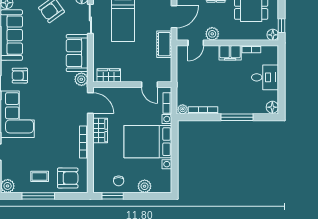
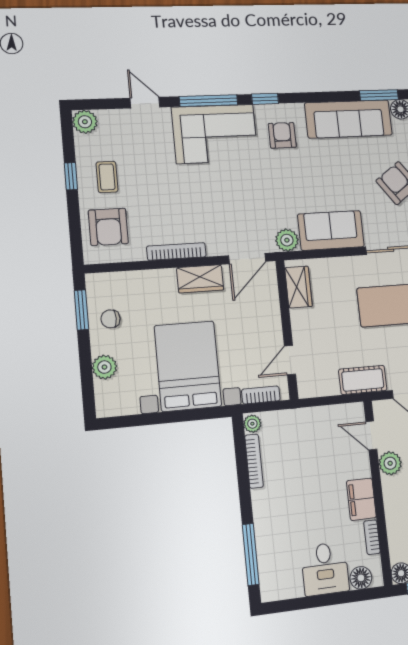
floor lamp: (272, 107) -> (361, 578), moved
window: (237, 117) -> (251, 554), moved
window: (38, 196) -> (71, 176), width x0.46

